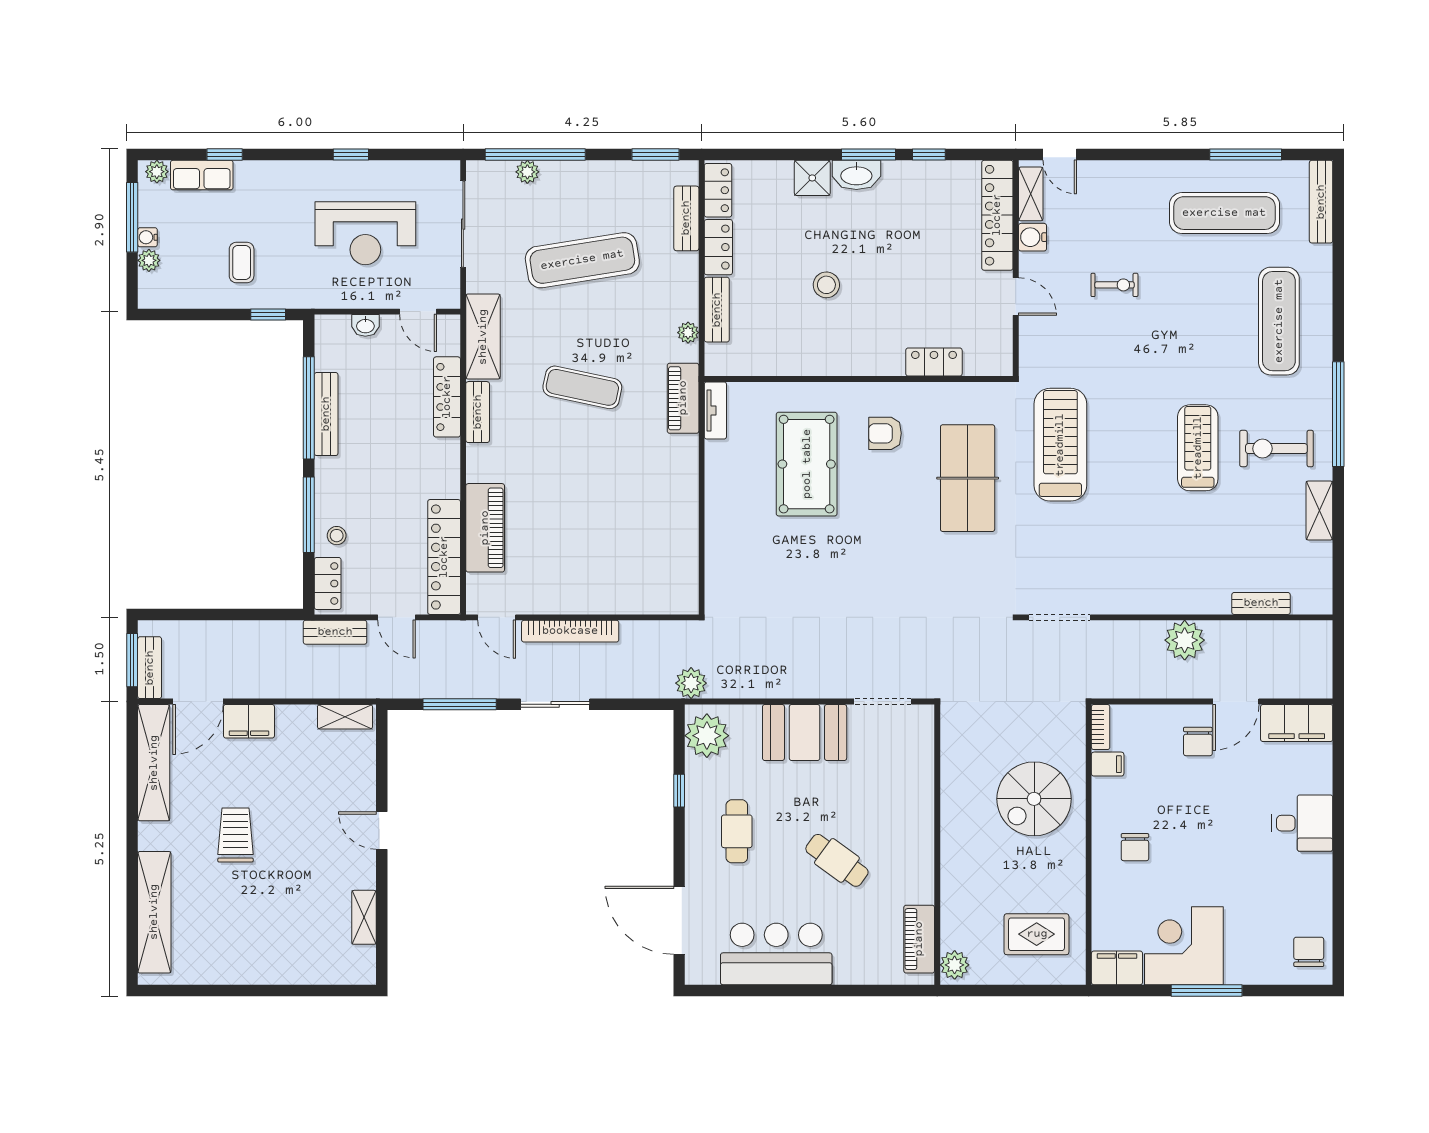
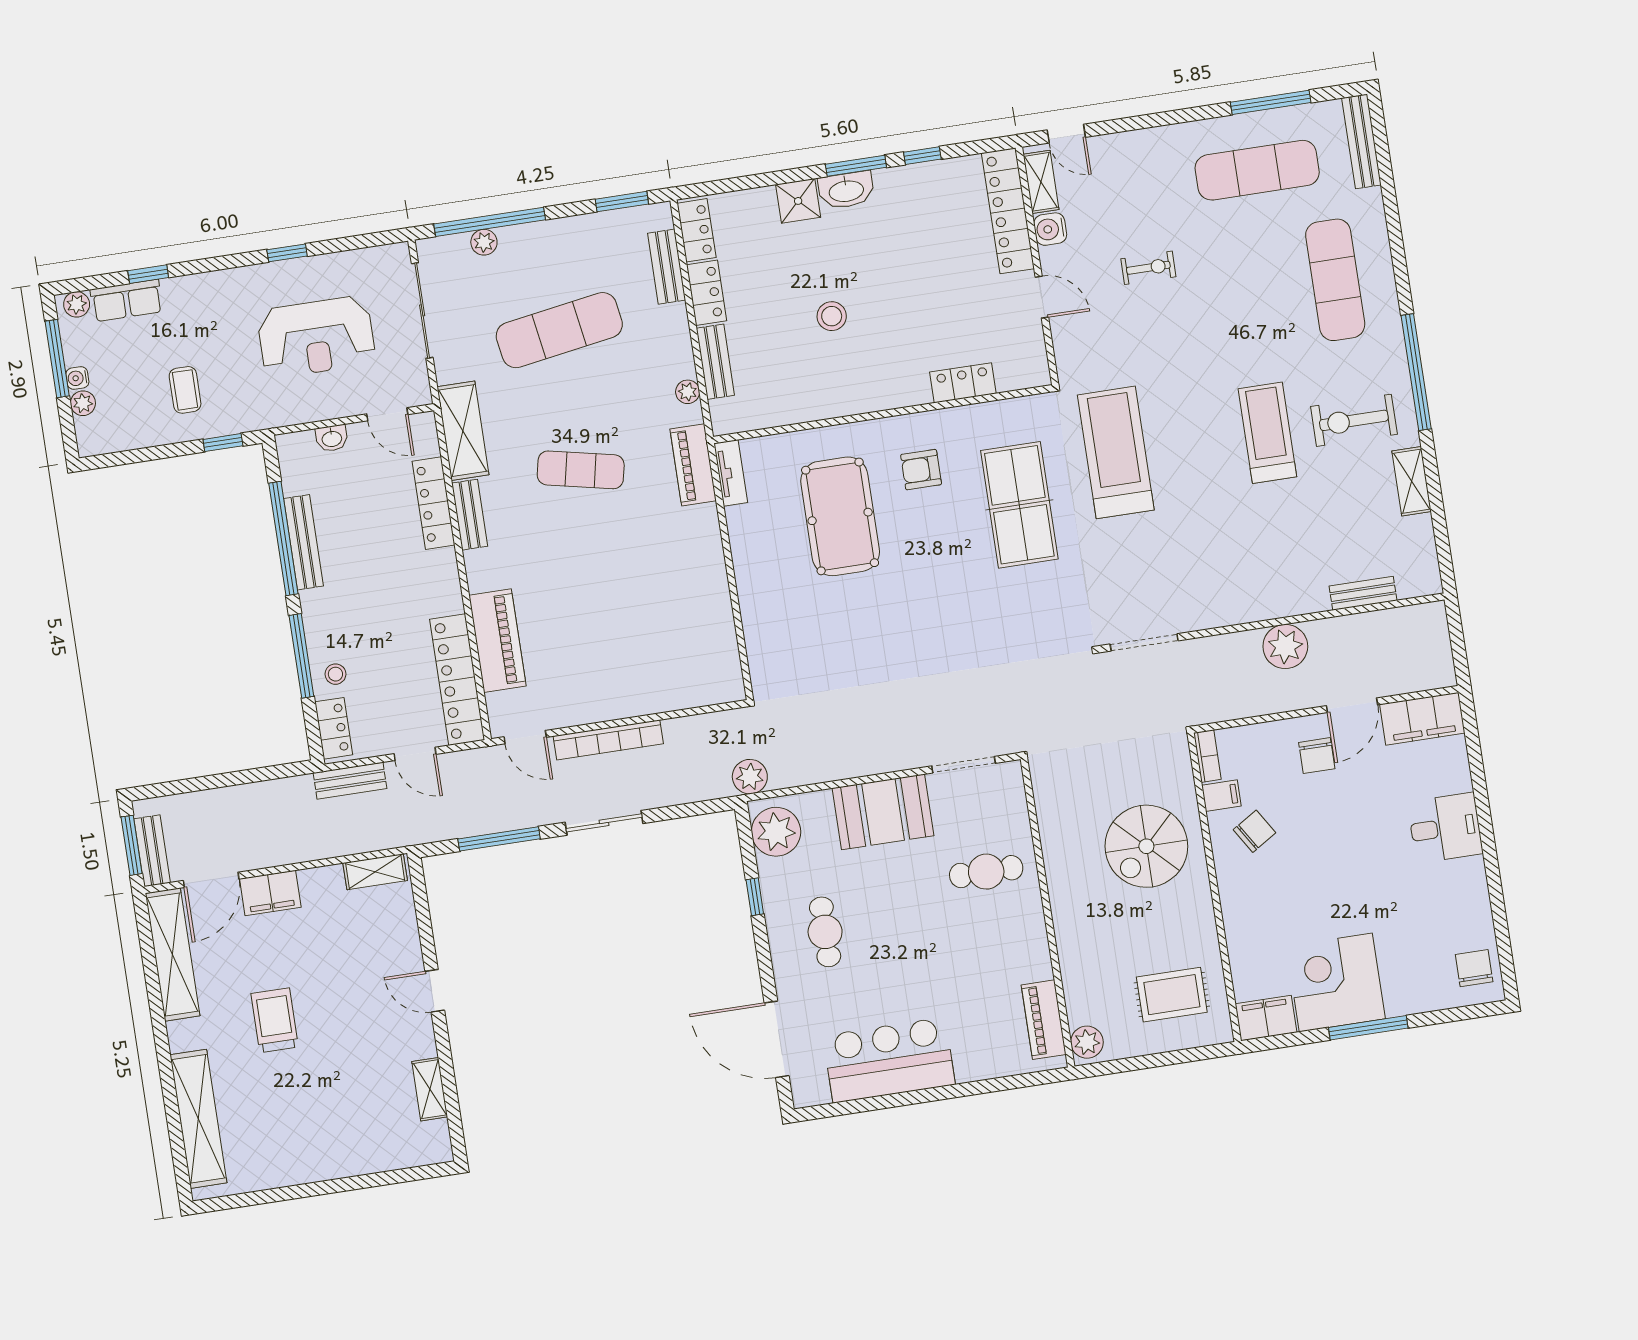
chair: (1135, 847) -> (1255, 831), moved, turned -122
cafe table: (837, 860) -> (986, 872), moved, turned -36

